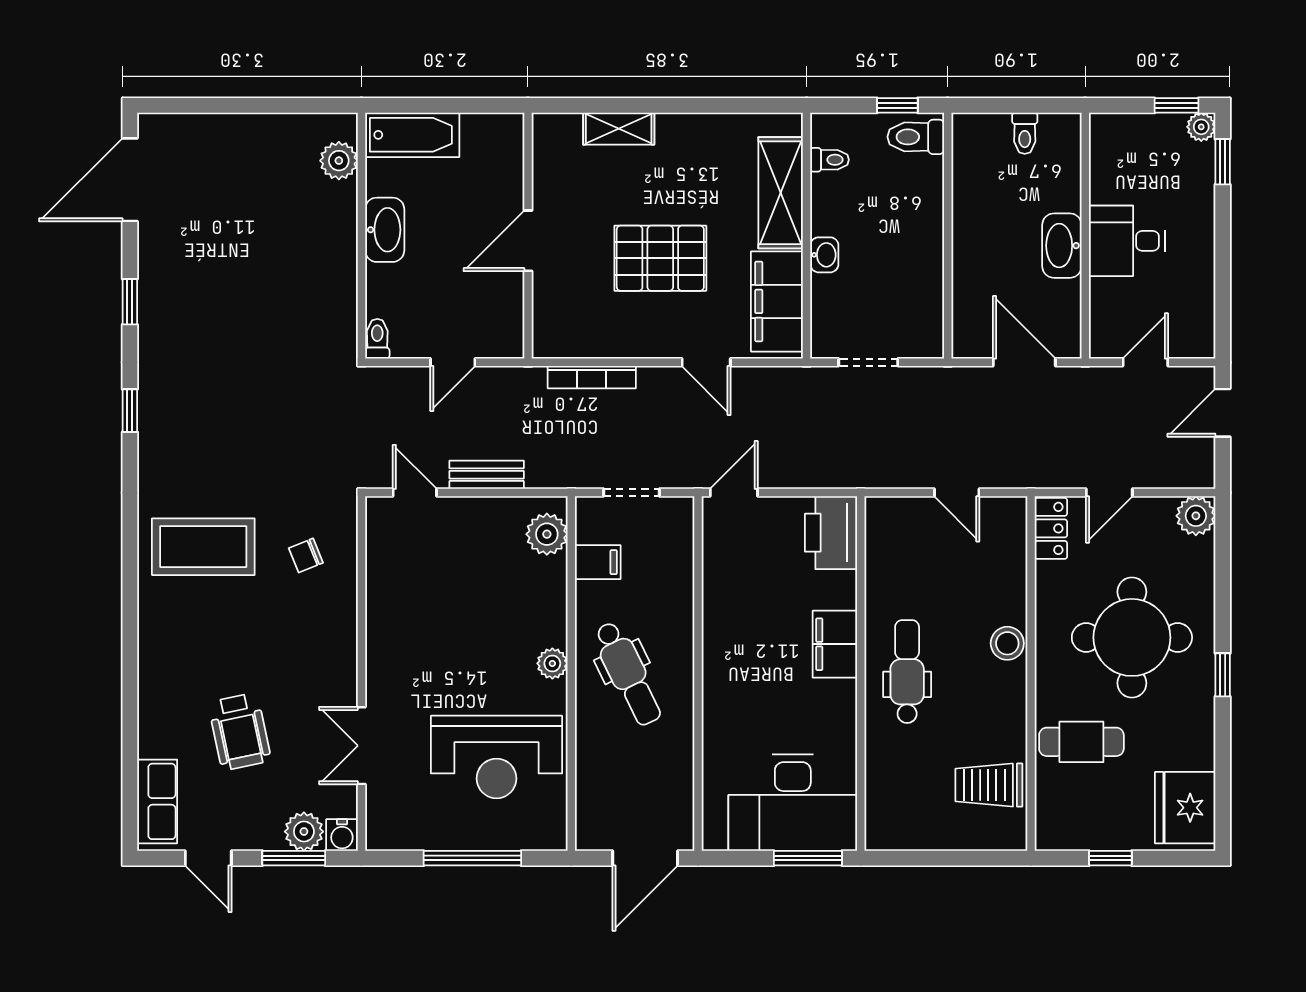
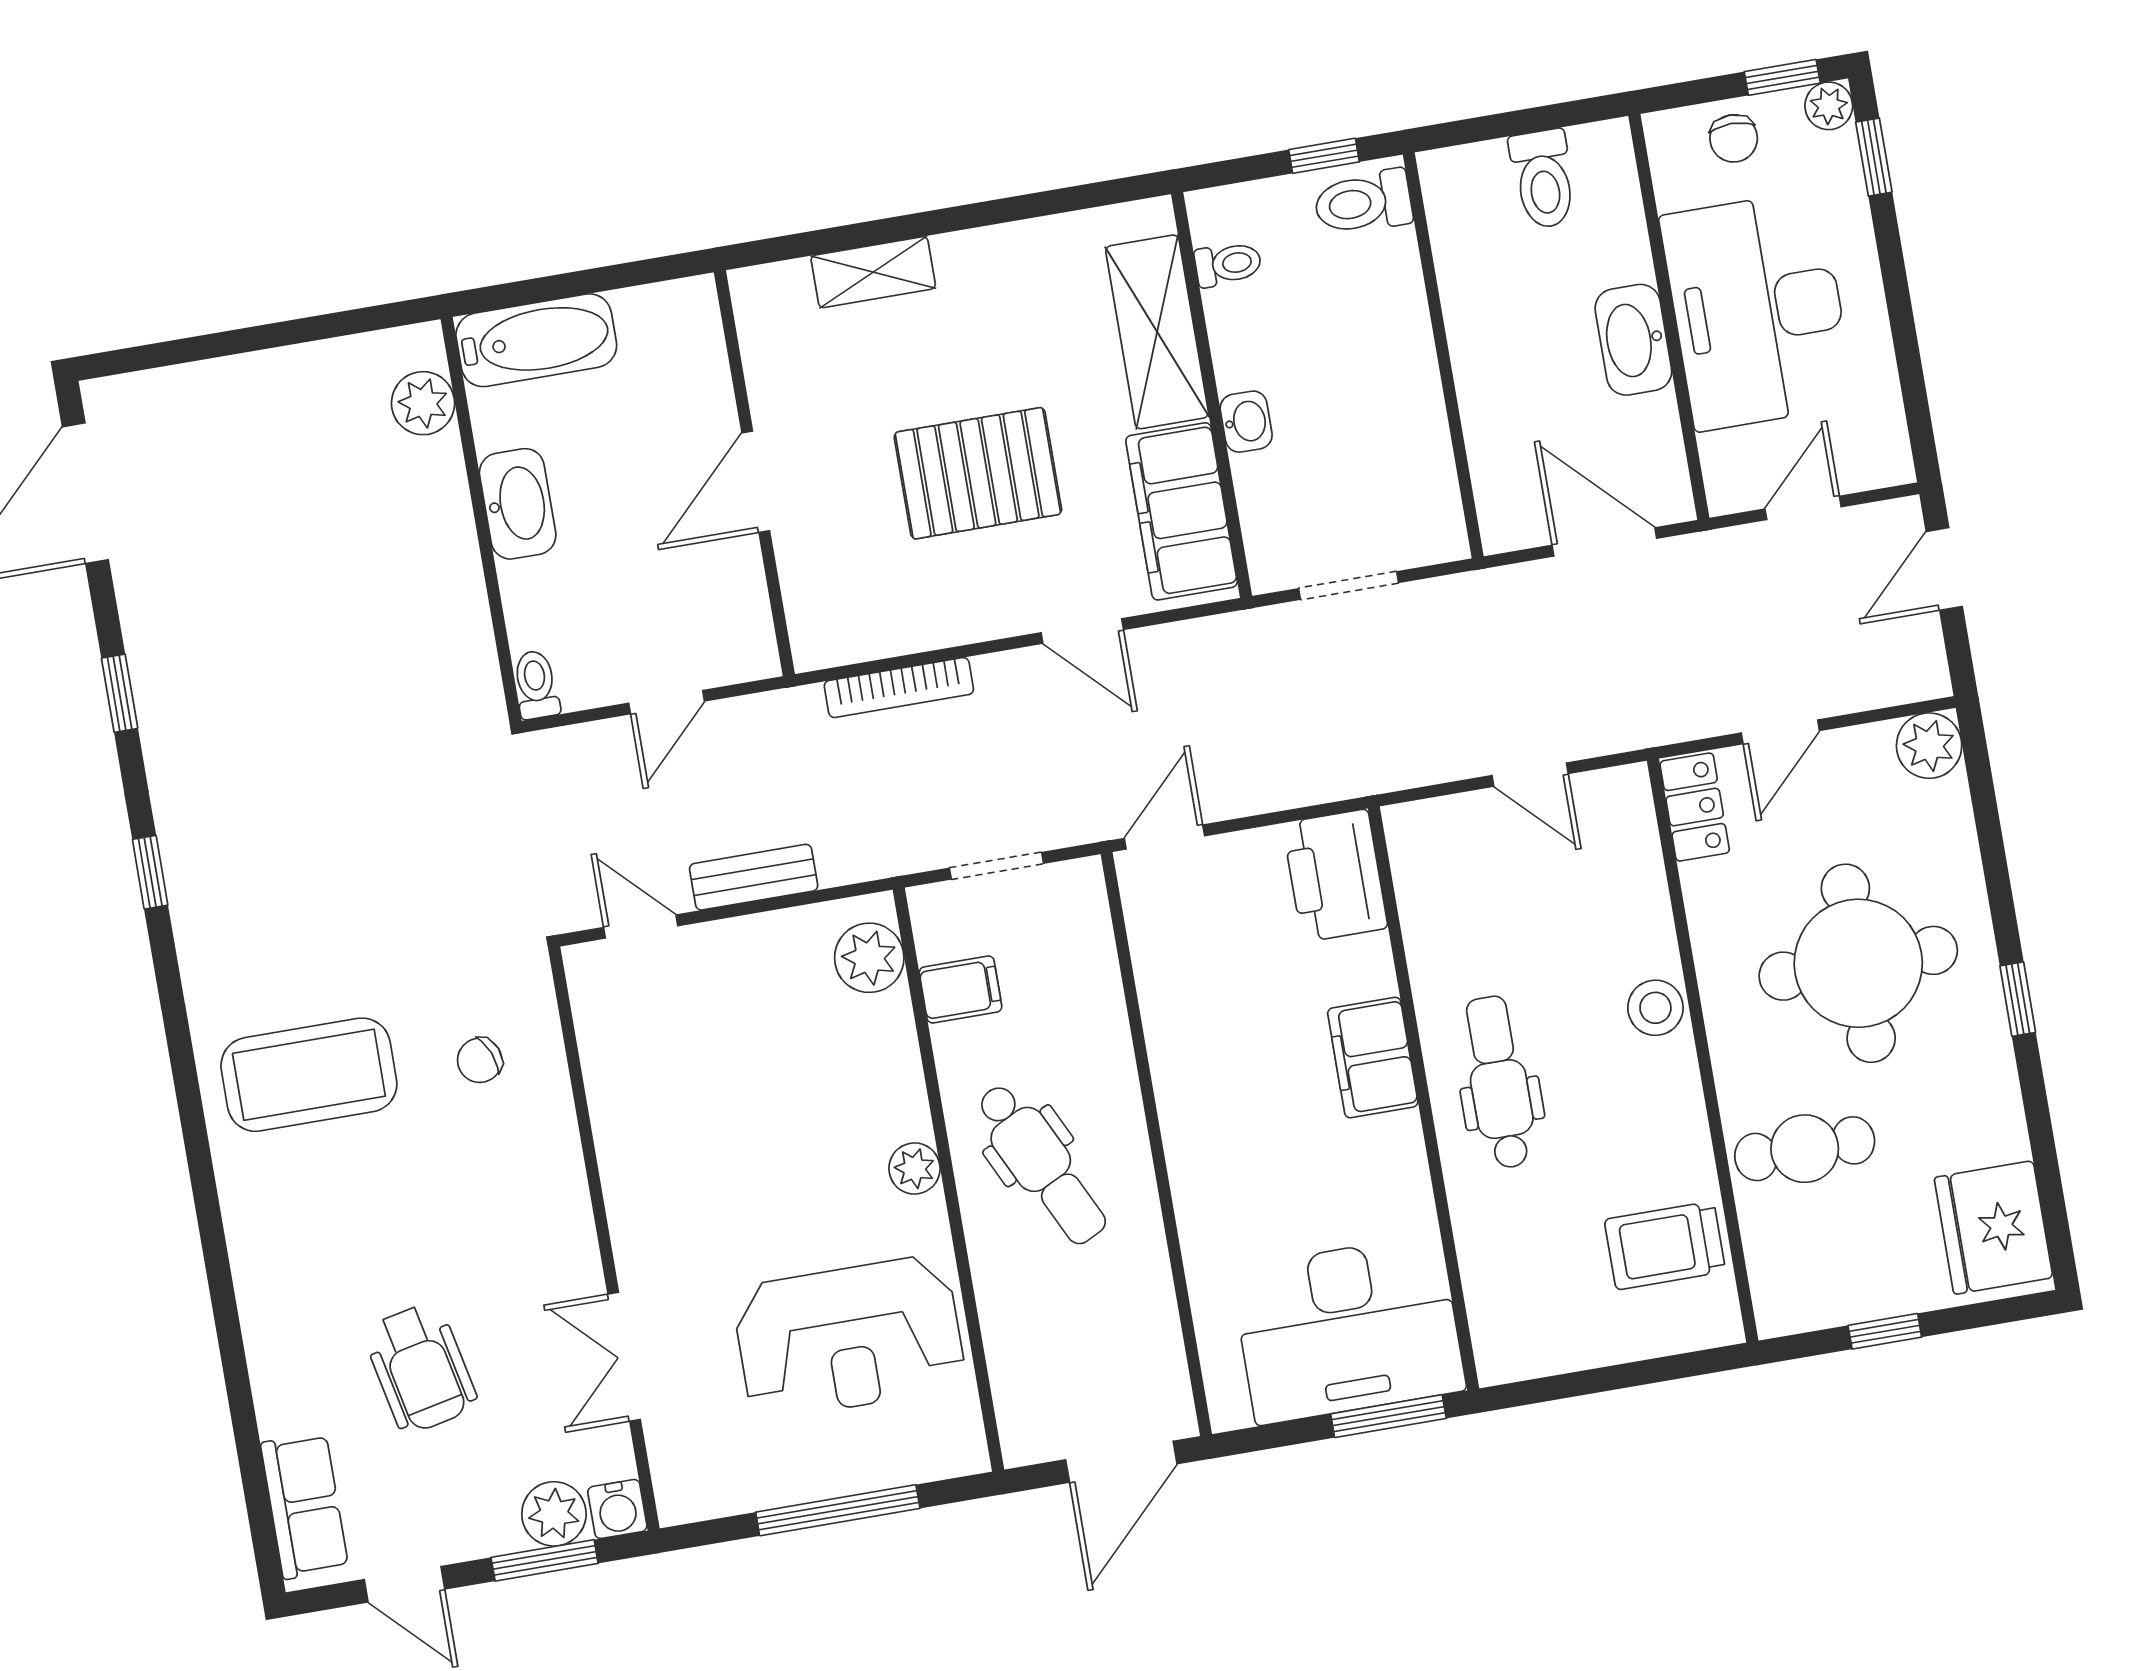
toilet: (1025, 133) -> (1543, 179), width x1.37, depth x1.39
chair: (1142, 136) -> (1734, 138), added
desk: (1127, 241) -> (1758, 311), width x1.87, depth x1.30

